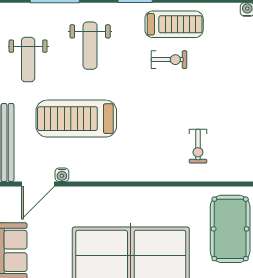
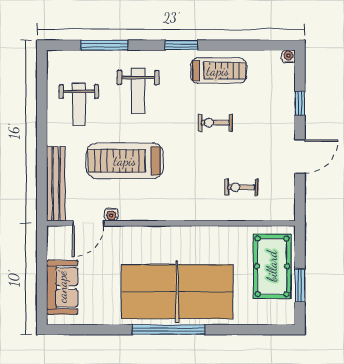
exercise bike: (169, 60) -> (215, 123), moved, turned 180
exercise bike: (198, 146) -> (241, 187), turned 90

